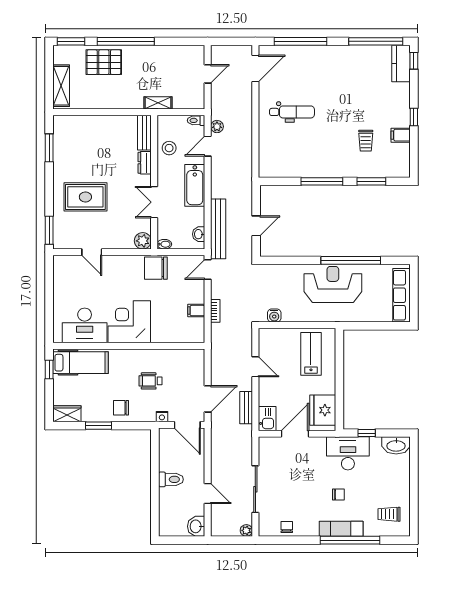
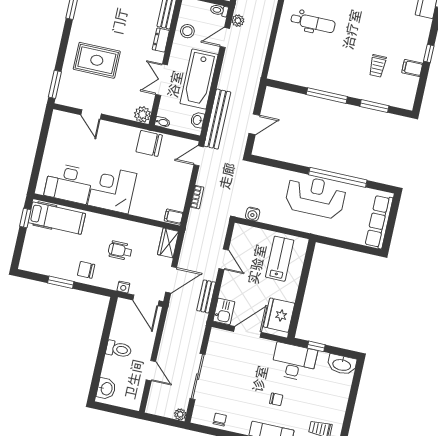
bathtub: (195, 185) -> (199, 79), width x1.36, depth x1.36
filing cabinet: (196, 311) -> (174, 217), moved
wardrobe: (67, 414) -> (168, 243), moved, turned -90
washbasin: (196, 526) -> (106, 389), moved, turned 180

